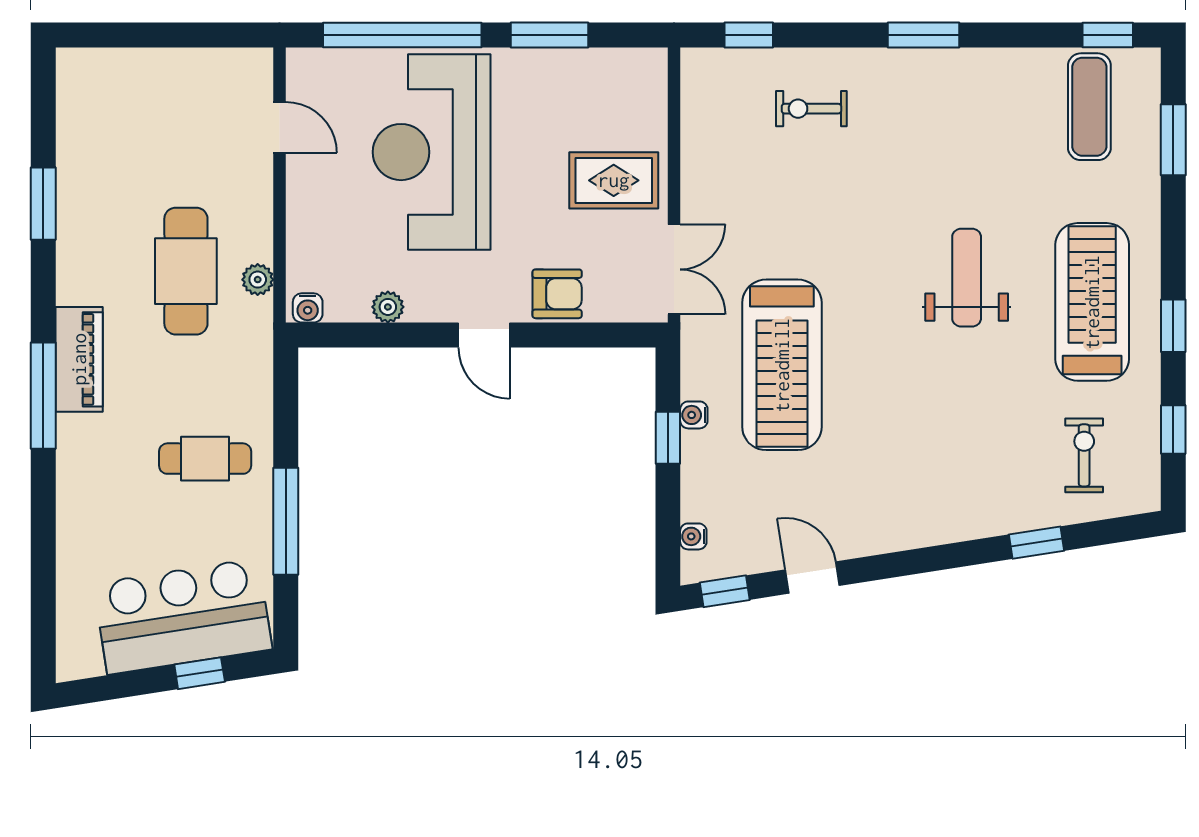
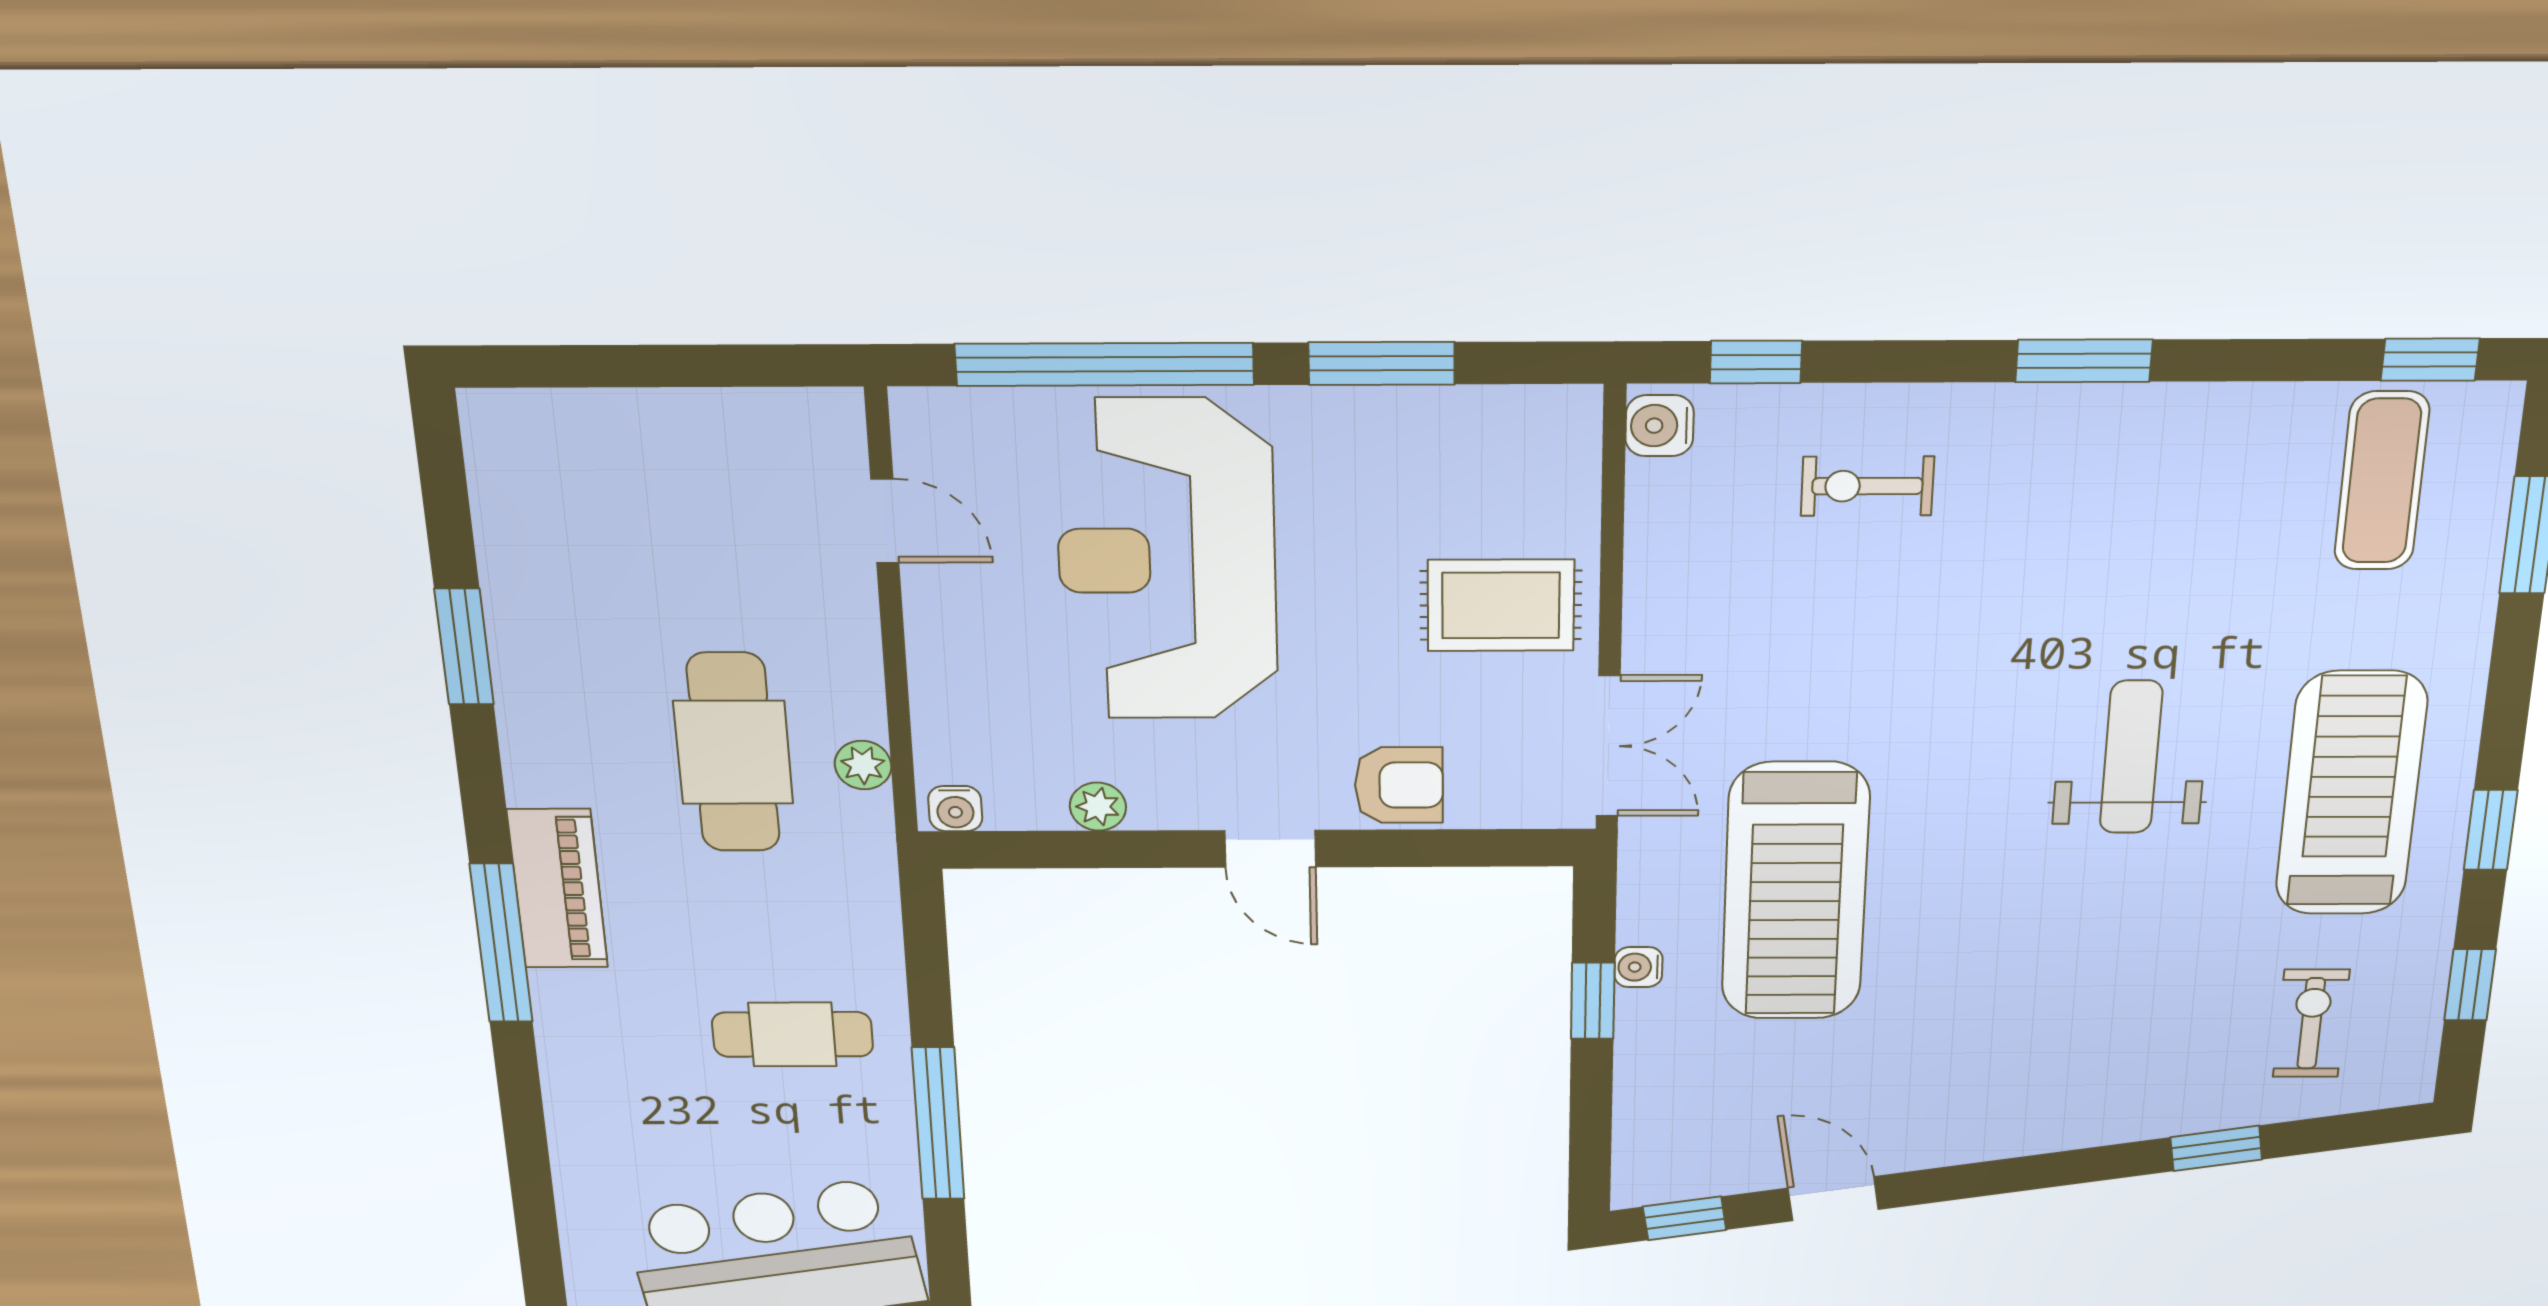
water cooler: (693, 536) -> (1660, 426), moved, width x1.38, depth x1.38

